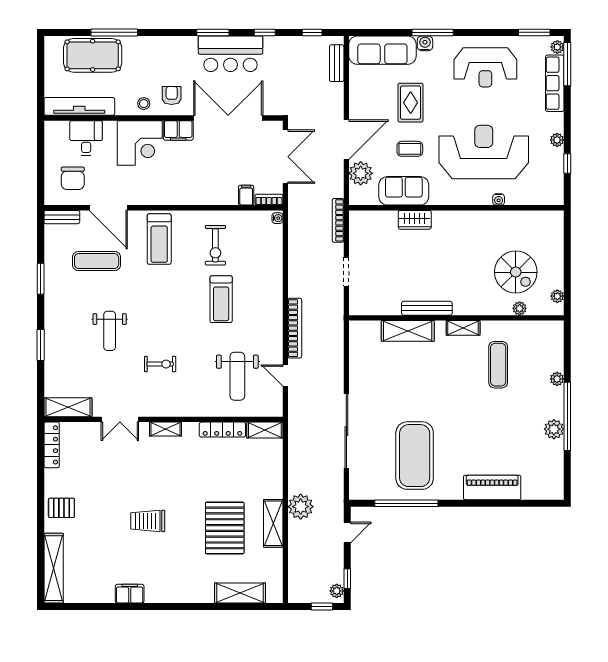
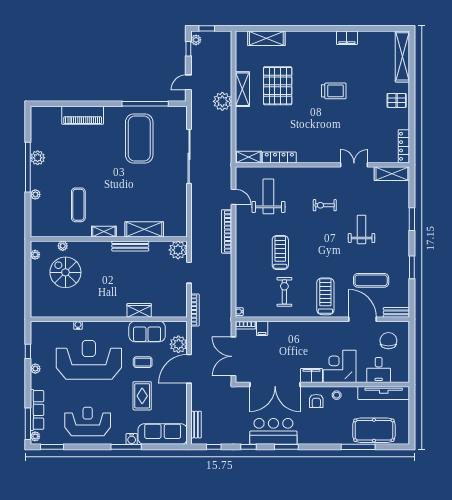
reception desk: (484, 152) -> (89, 360), turned 180
plant: (361, 303) -> (178, 250), added
shelving: (166, 429) -> (321, 158), removed

